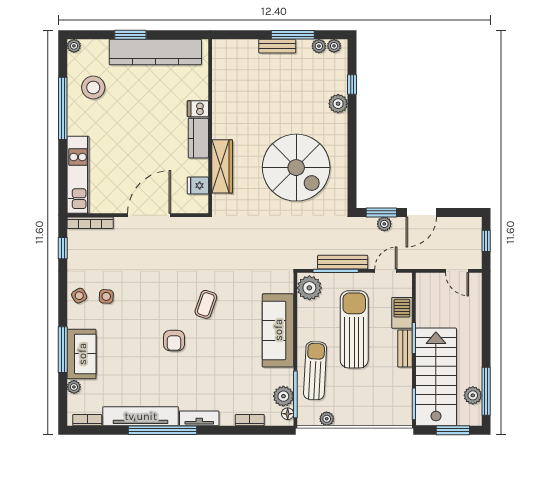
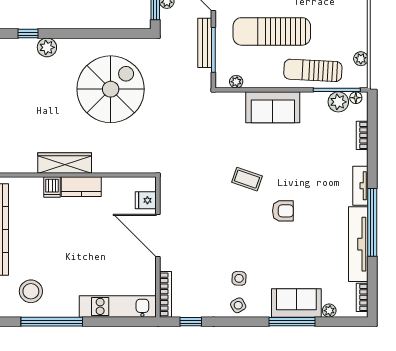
wardrobe: (222, 166) -> (65, 163), moved
fridge: (198, 186) -> (146, 200), moved, turned 90
plant: (309, 288) -> (236, 82), width x0.53, depth x0.53
sofa: (278, 330) -> (273, 107), width x0.73

